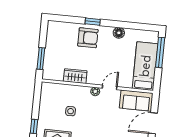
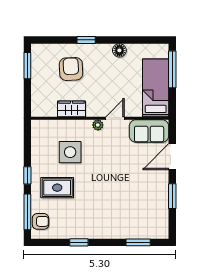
armchair: (88, 38) -> (71, 69), moved, turned -93
window: (41, 59) -> (27, 66), moved
side table: (71, 111) -> (70, 152), width x1.87, depth x1.87

